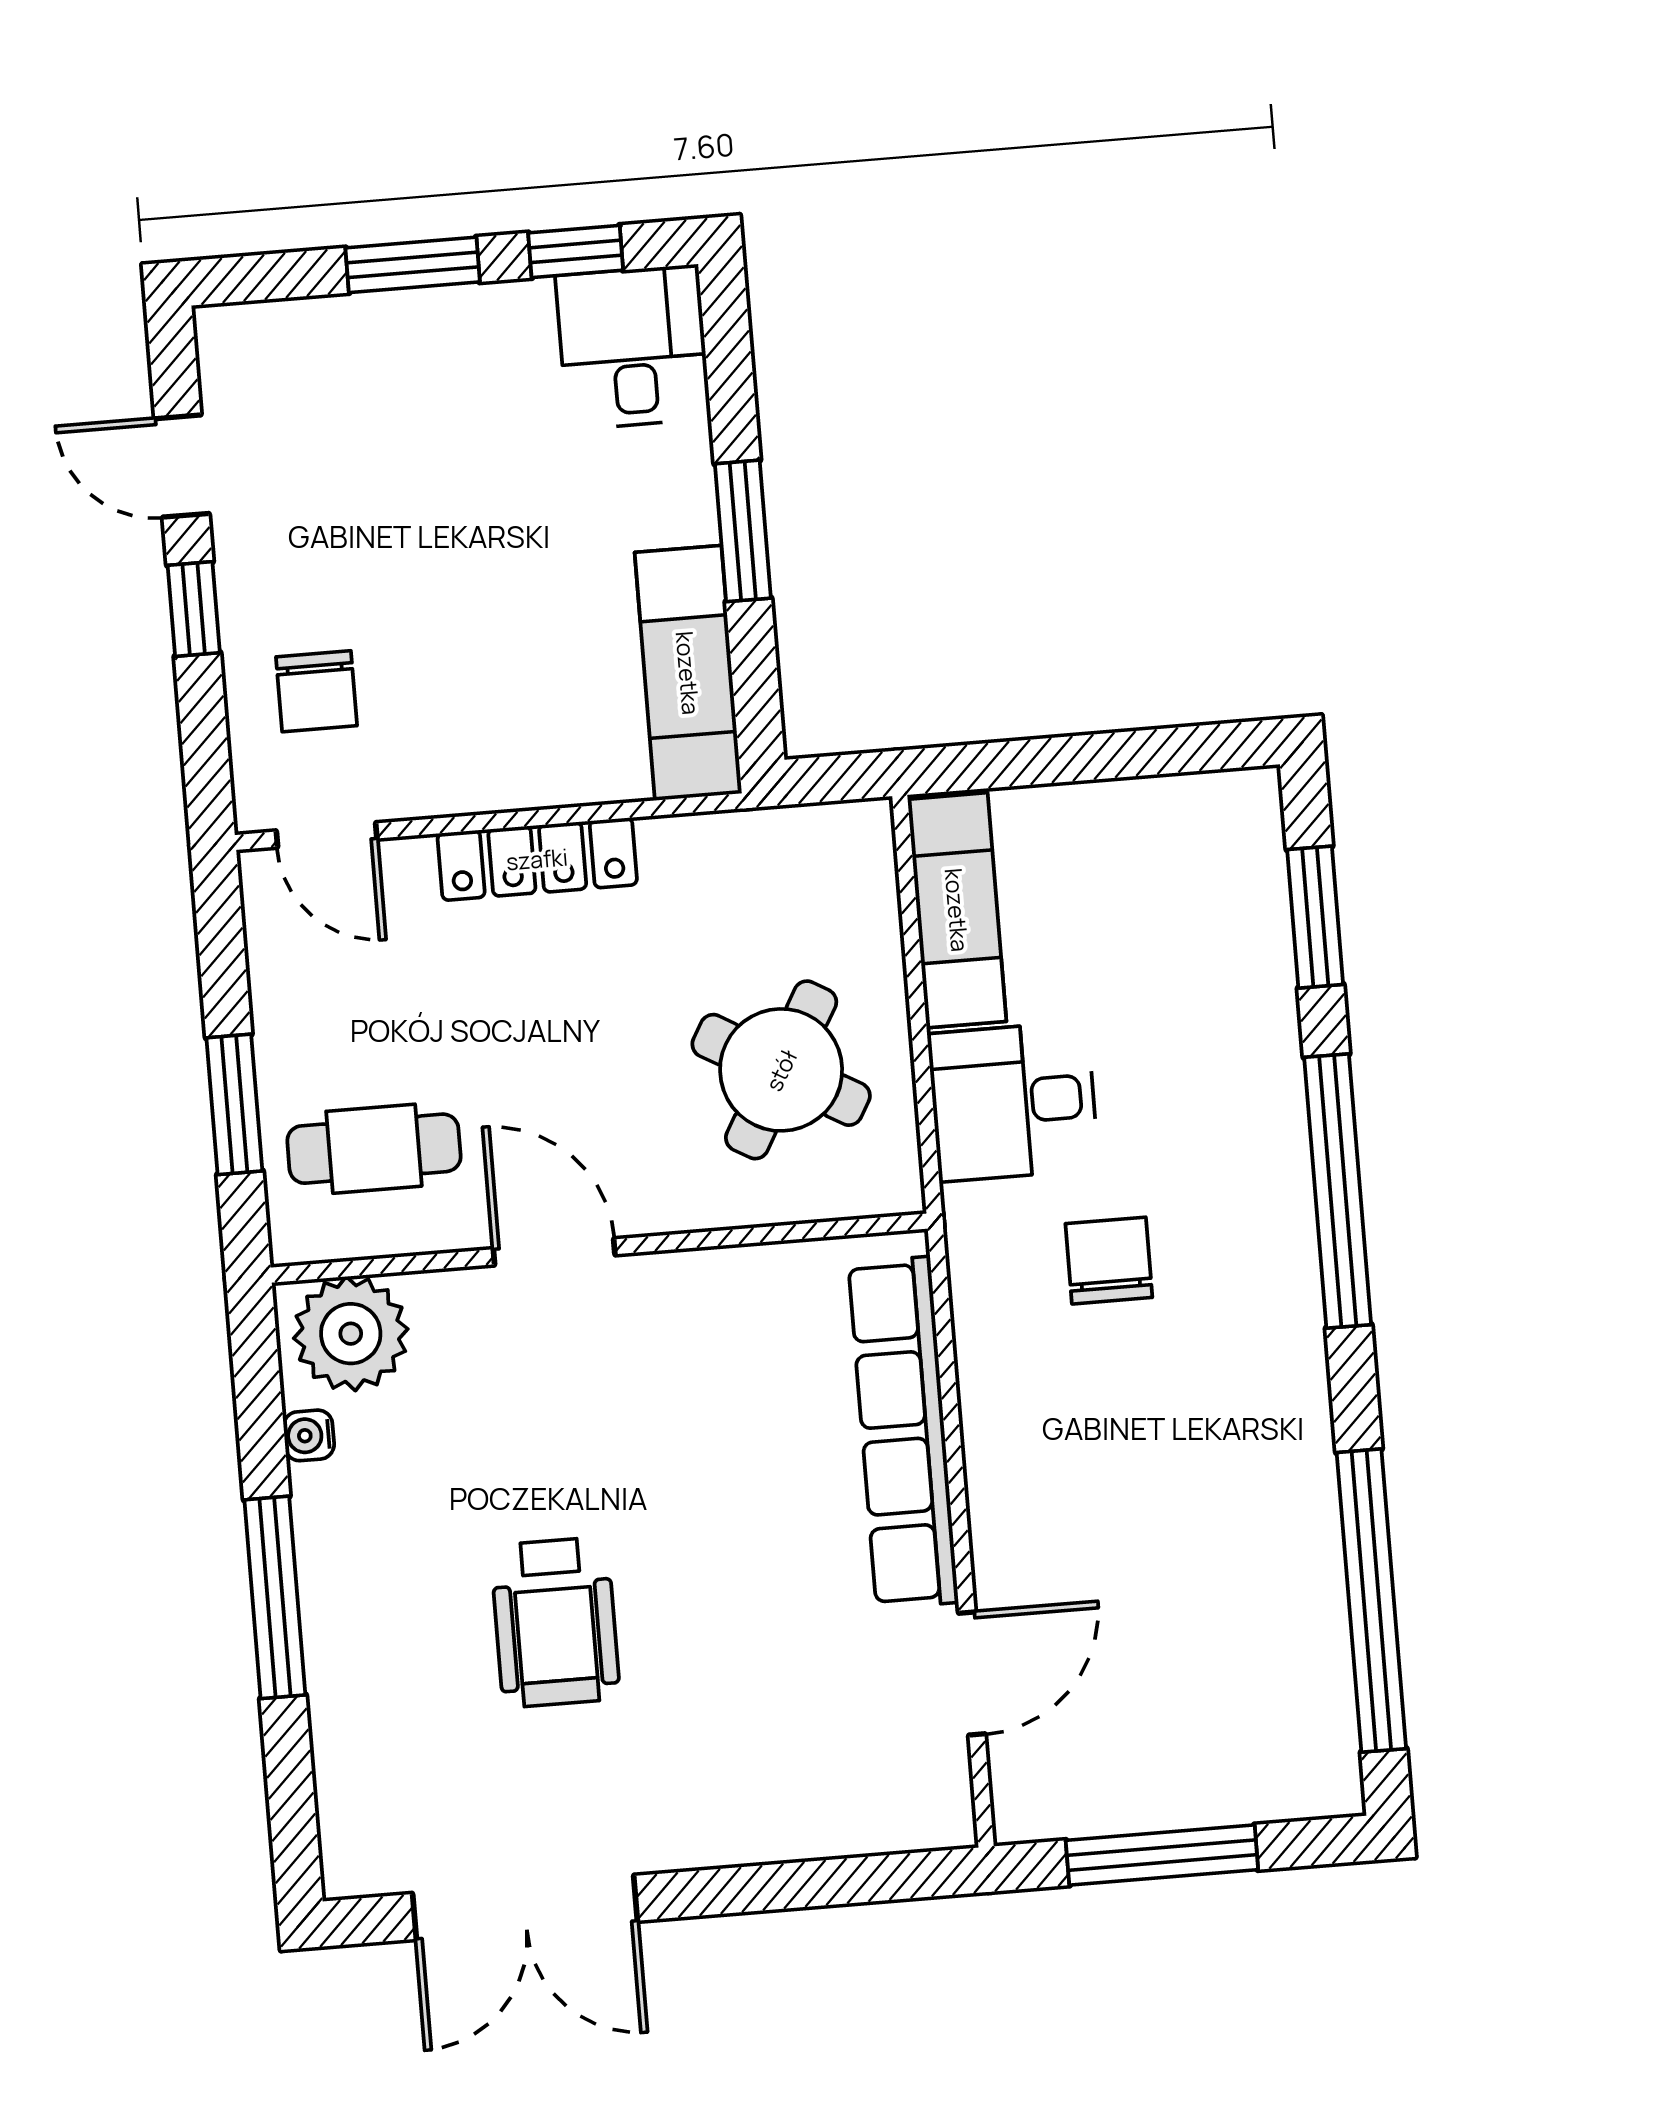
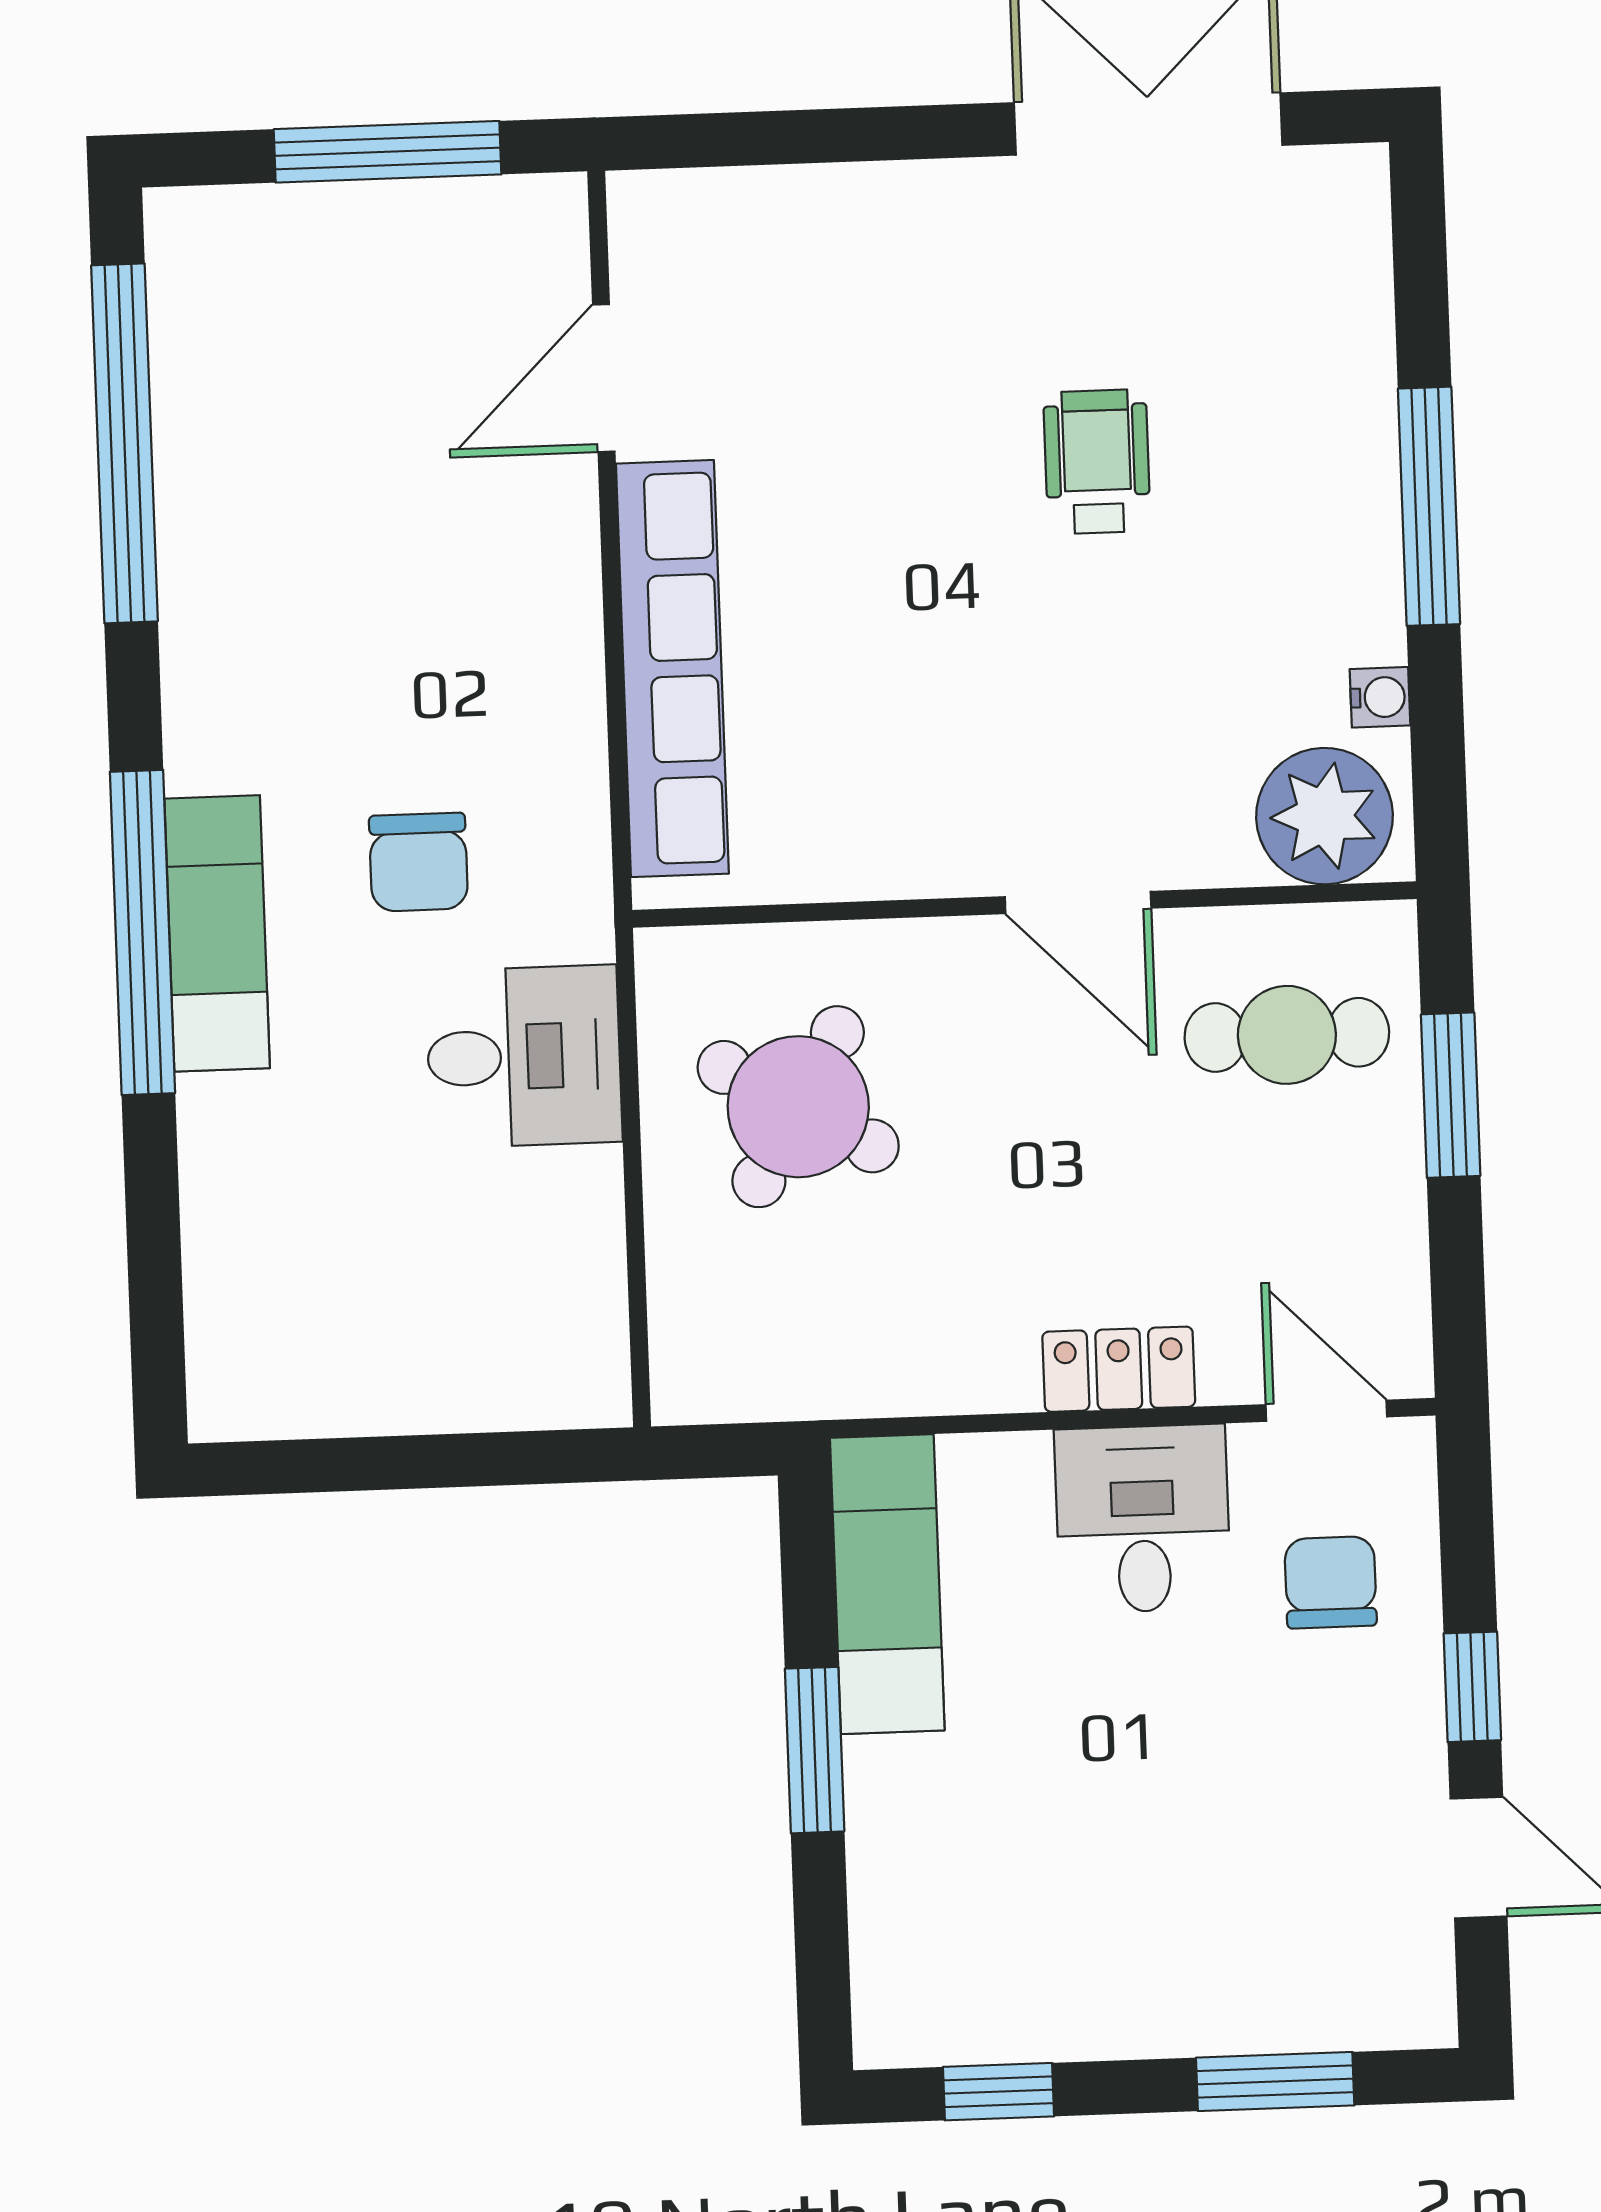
window: (413, 265) -> (1275, 2082), moved
desk: (633, 347) -> (1143, 1519), moved, turned 180
locker: (537, 859) -> (1119, 1369), width x0.66
exam couch: (957, 910) -> (217, 933), moved, turned 180
window: (1315, 917) -> (154, 1260), removed
wheelchair: (555, 1622) -> (1097, 462), width x0.73, depth x0.73

